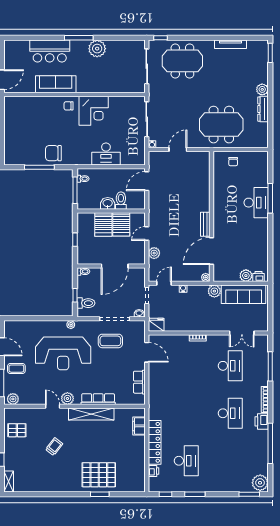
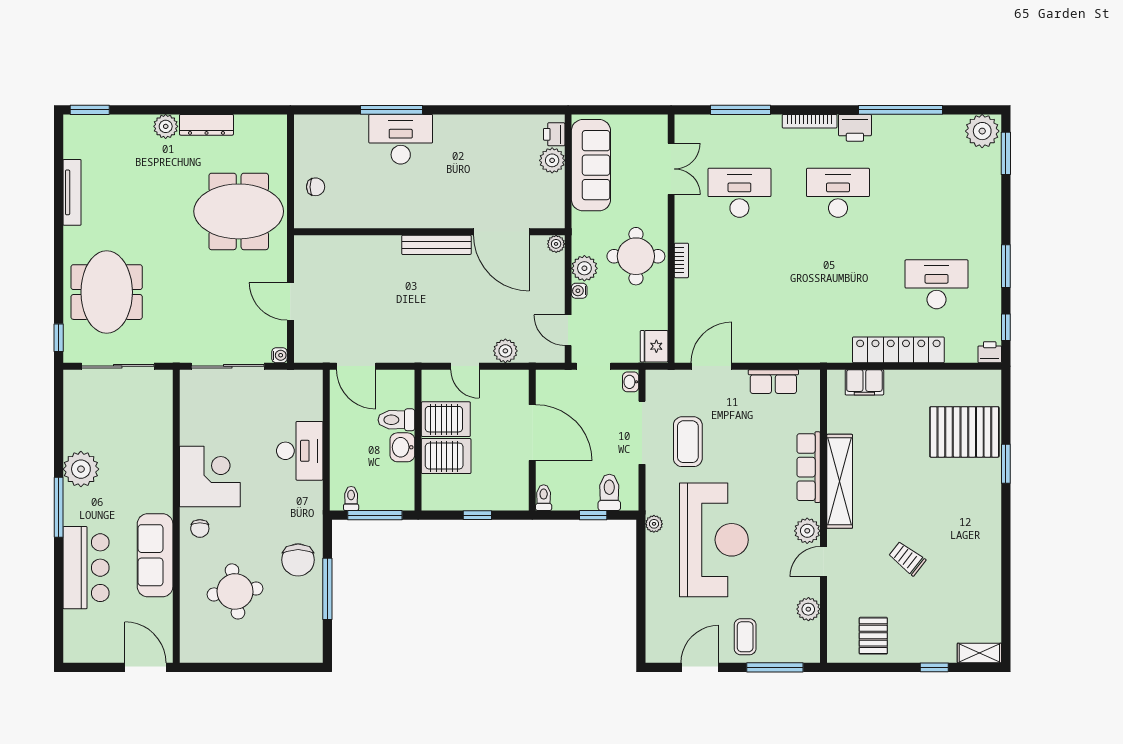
round table: (38, 123) -> (235, 591), added
meeting table: (221, 125) -> (239, 211), turned 90
bench: (205, 224) -> (436, 245), width x1.36
plant: (214, 291) -> (584, 268), moved
round table: (200, 316) -> (636, 256), added
plant: (13, 399) -> (808, 609), moved
printer: (153, 471) -> (990, 352), moved
pallet: (99, 475) -> (964, 432), moved, turned 90

